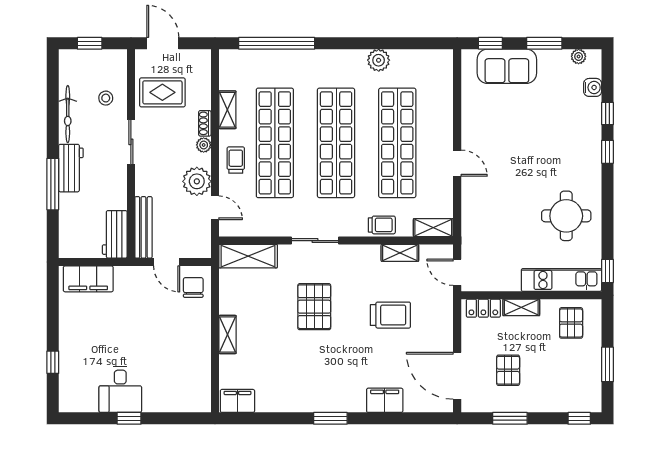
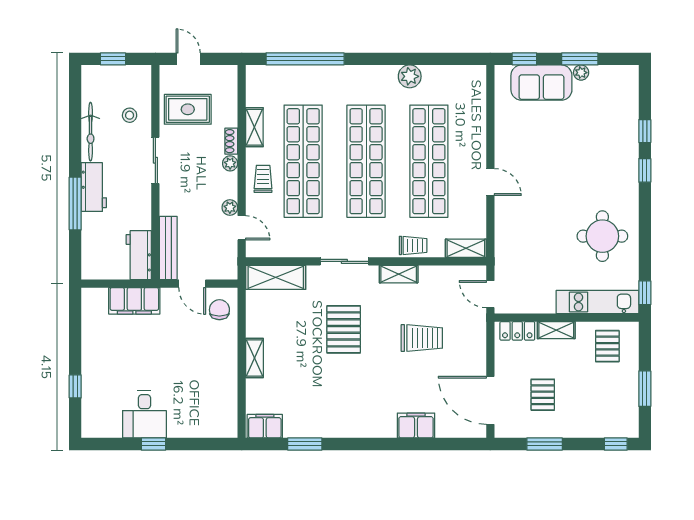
door: (163, 43) -> (188, 59), width x0.73
plant: (579, 56) -> (581, 73), moved
water cooler: (593, 87) -> (630, 104), removed
plant: (197, 181) -> (230, 207), width x0.53, depth x0.53
shelving: (400, 253) -> (399, 274), moved
filing cabinet: (88, 279) -> (134, 301), moved
window: (330, 418) -> (305, 444), moved

